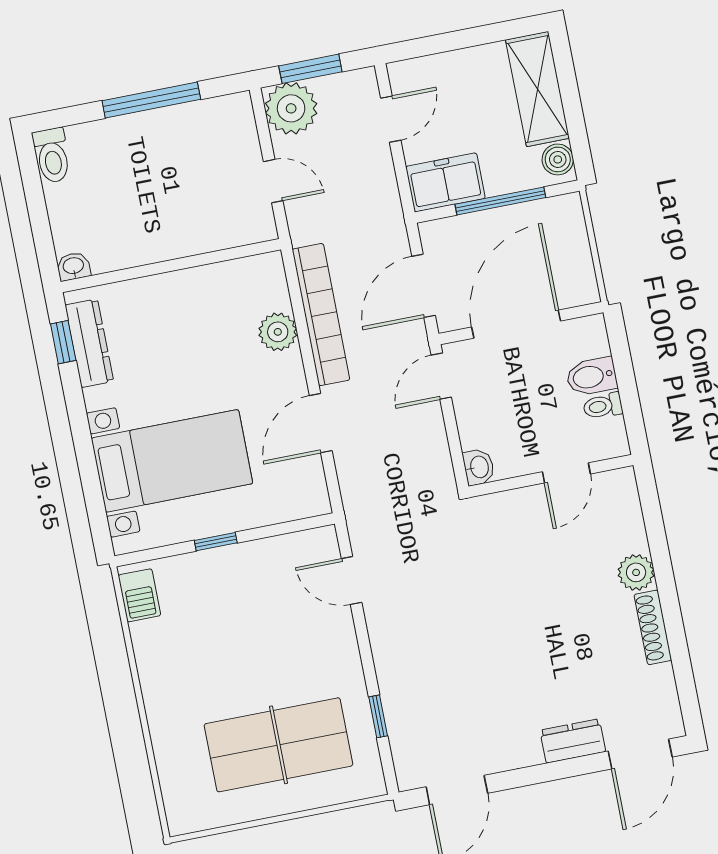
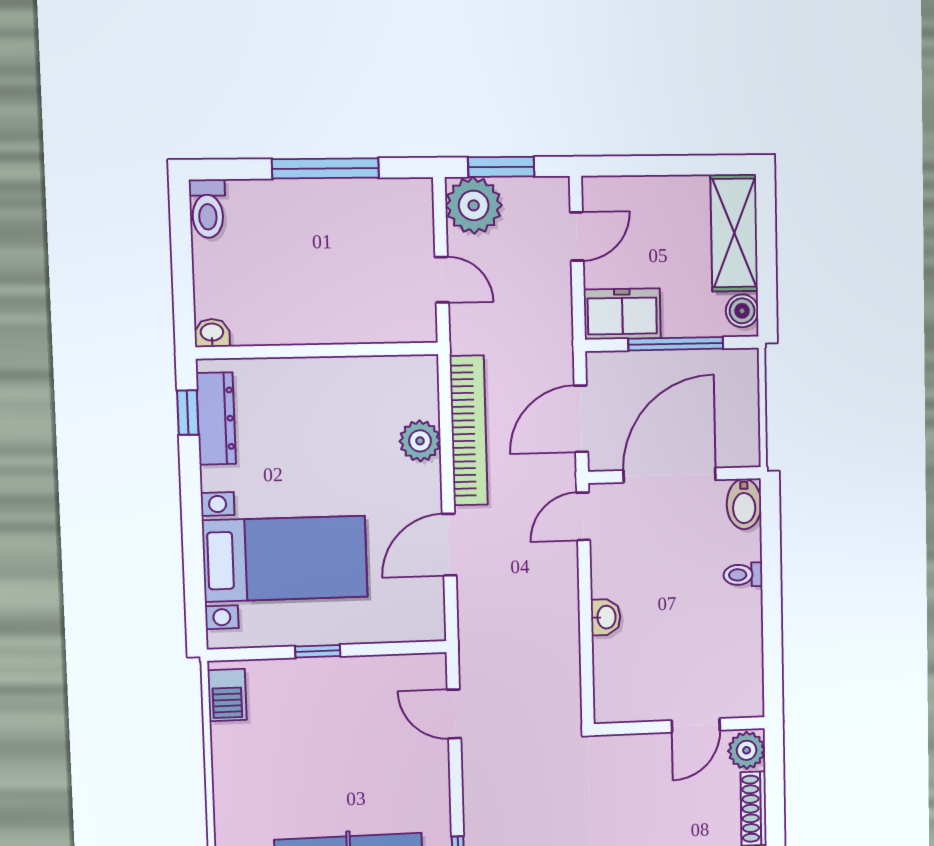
bidet: (592, 377) -> (744, 504), moved, turned -90
door: (566, 473) -> (696, 725), moved
wall: (551, 476) -> (680, 726), moved

